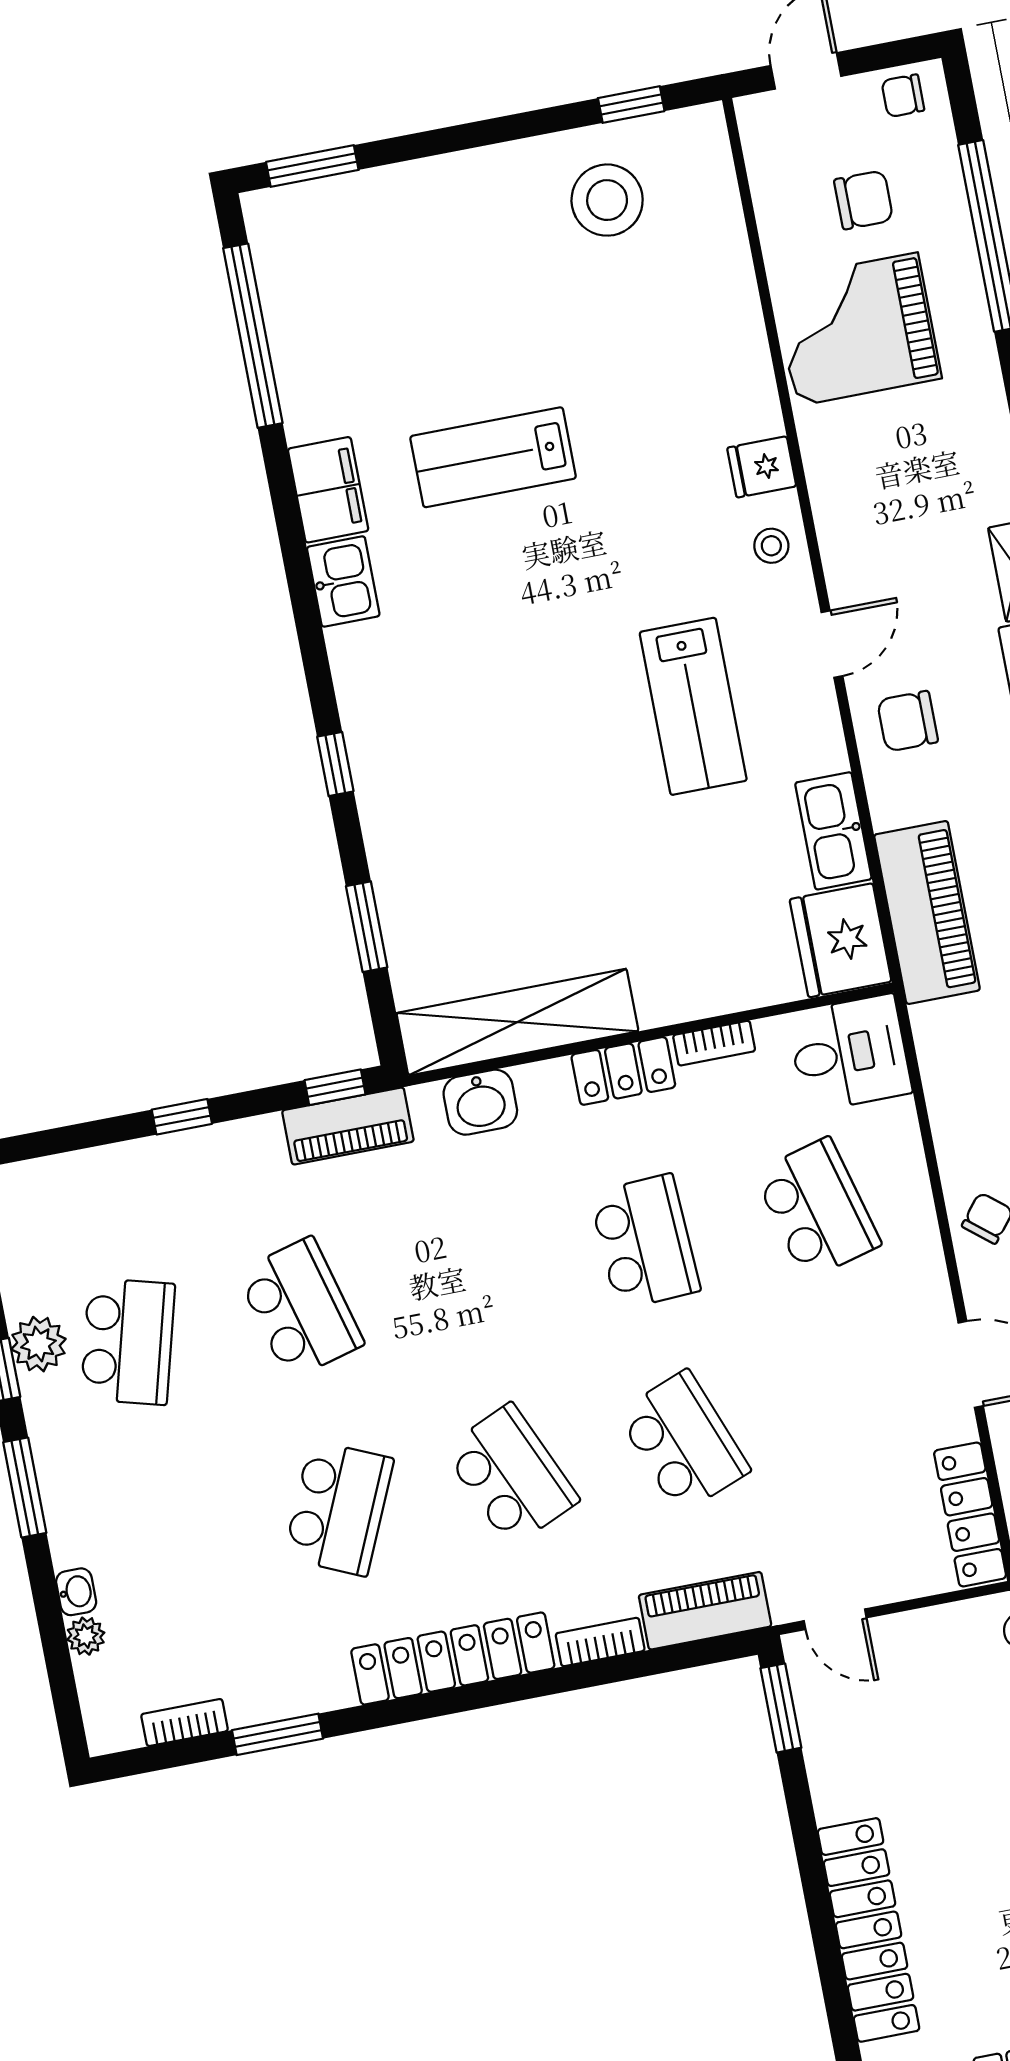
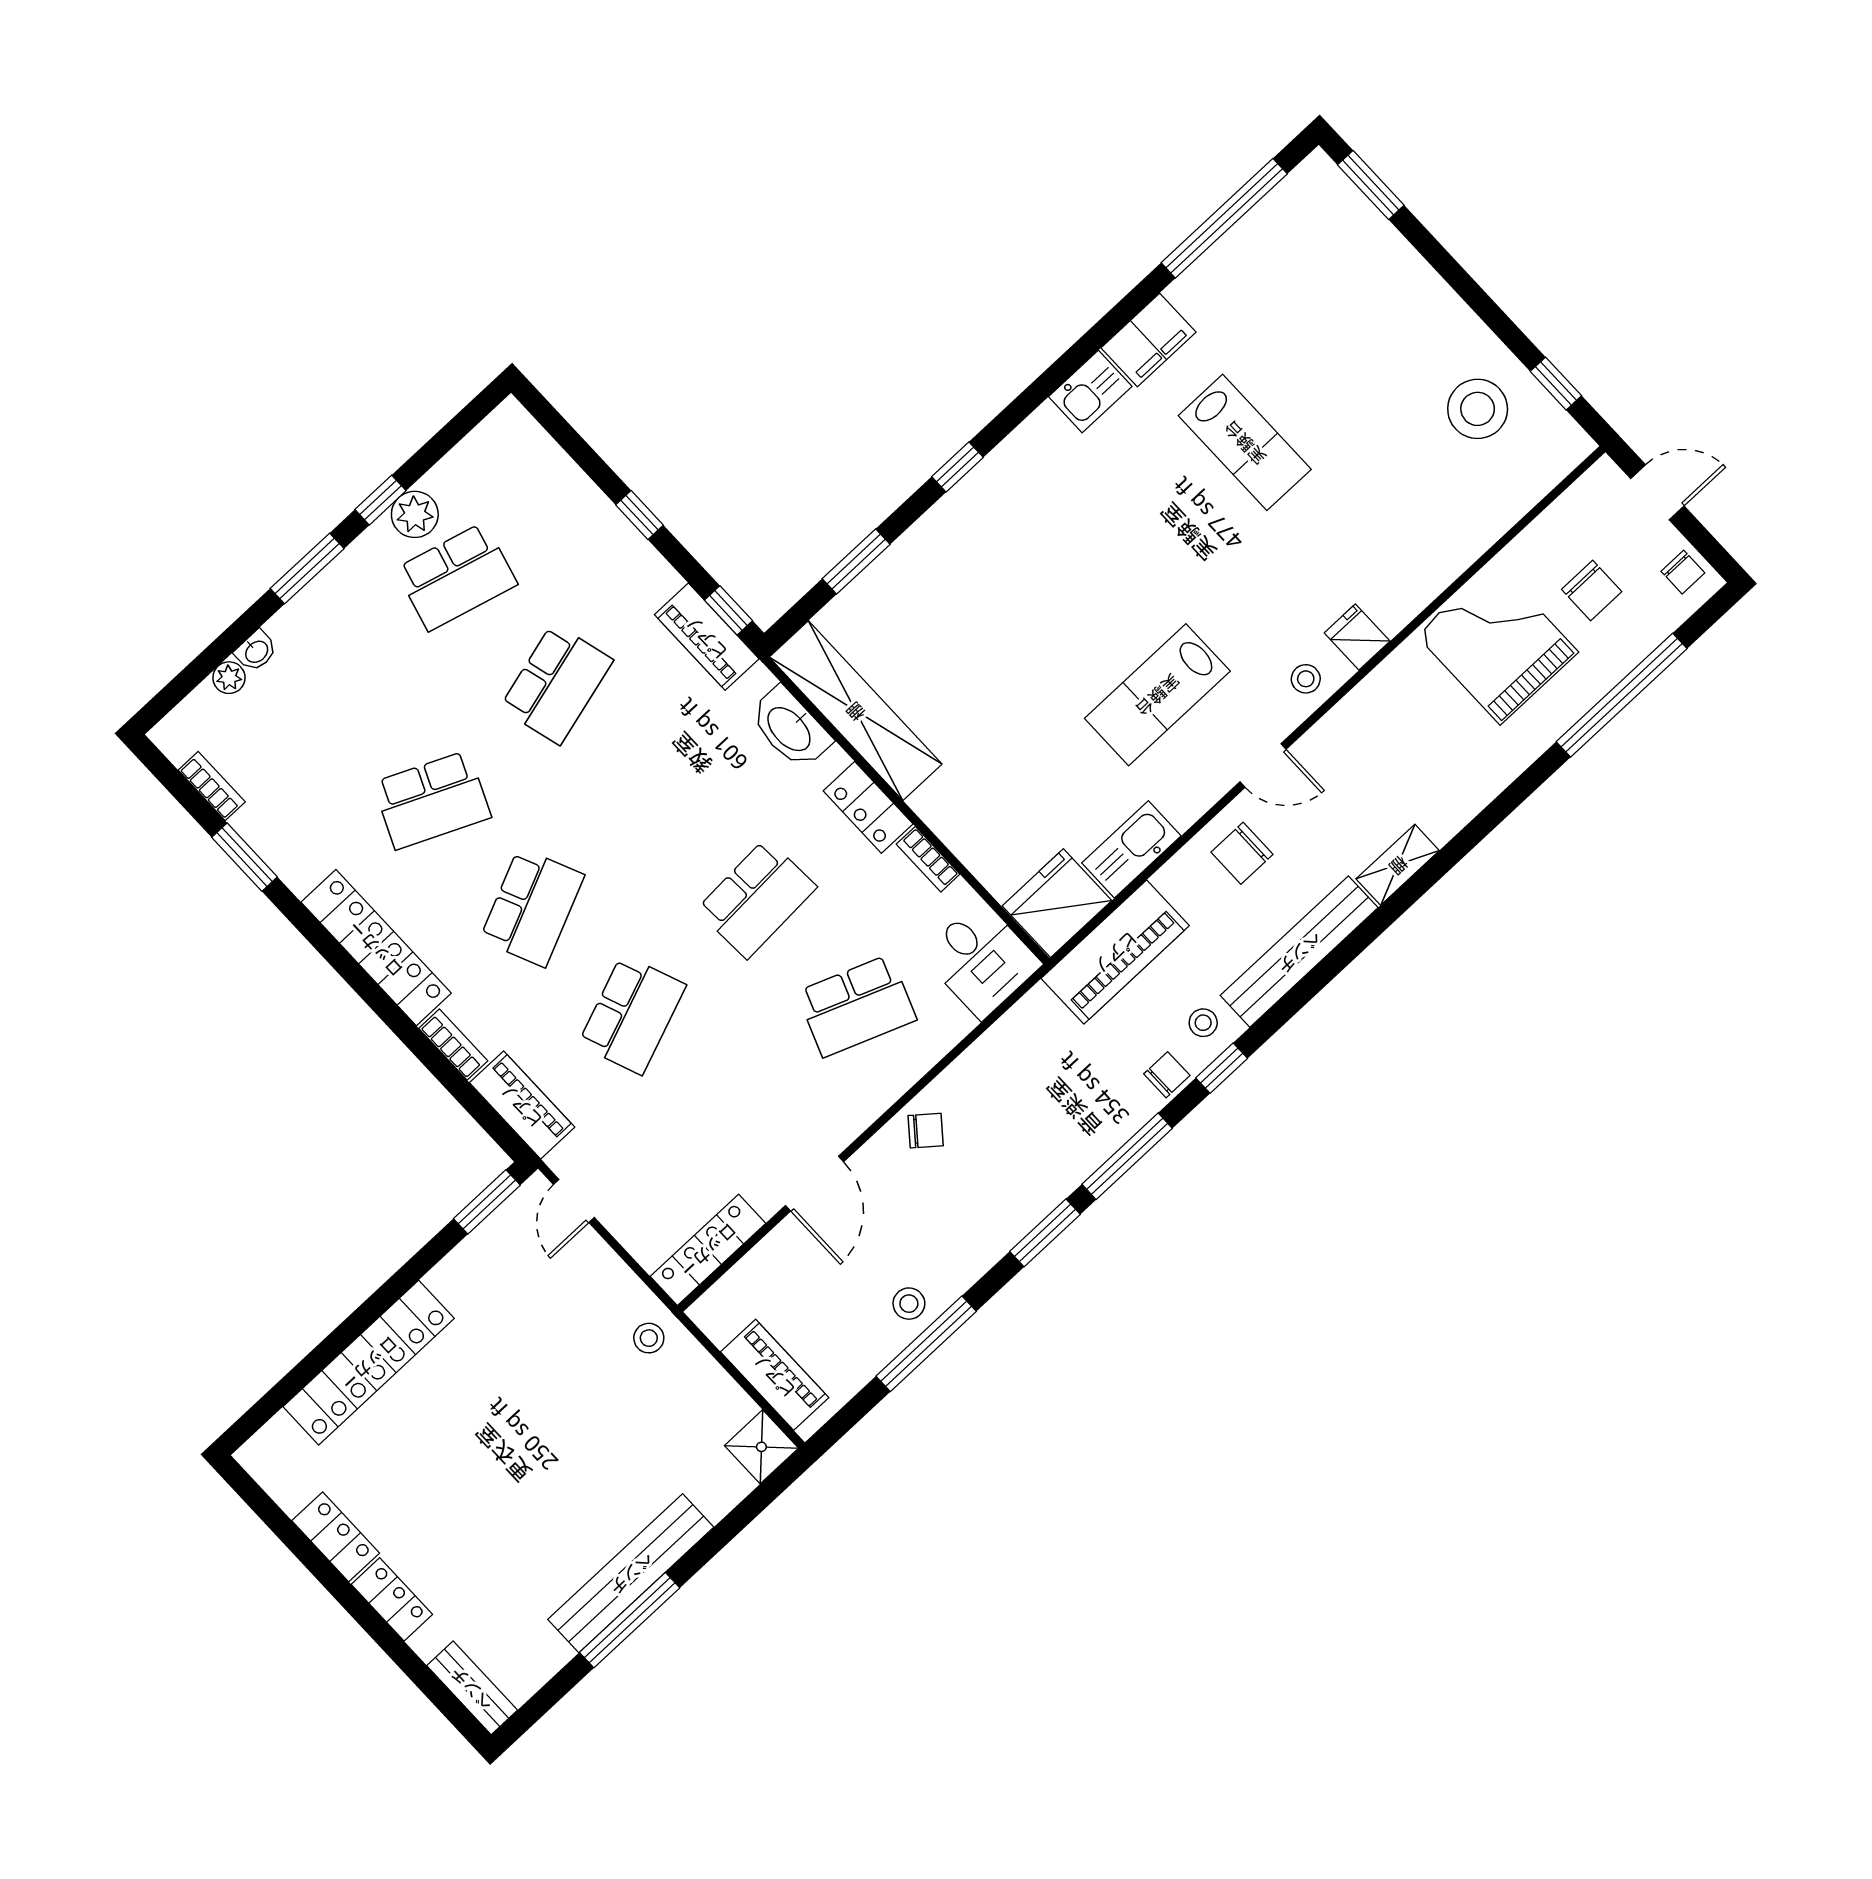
chair: (903, 96) -> (1683, 572), turned 180
lab bench: (493, 457) -> (1245, 442), turned 180
chair: (908, 721) -> (1242, 853), turned -90
washbasin: (480, 1102) -> (790, 728), width x1.38
school desk: (817, 1209) -> (857, 1006), turned 36

